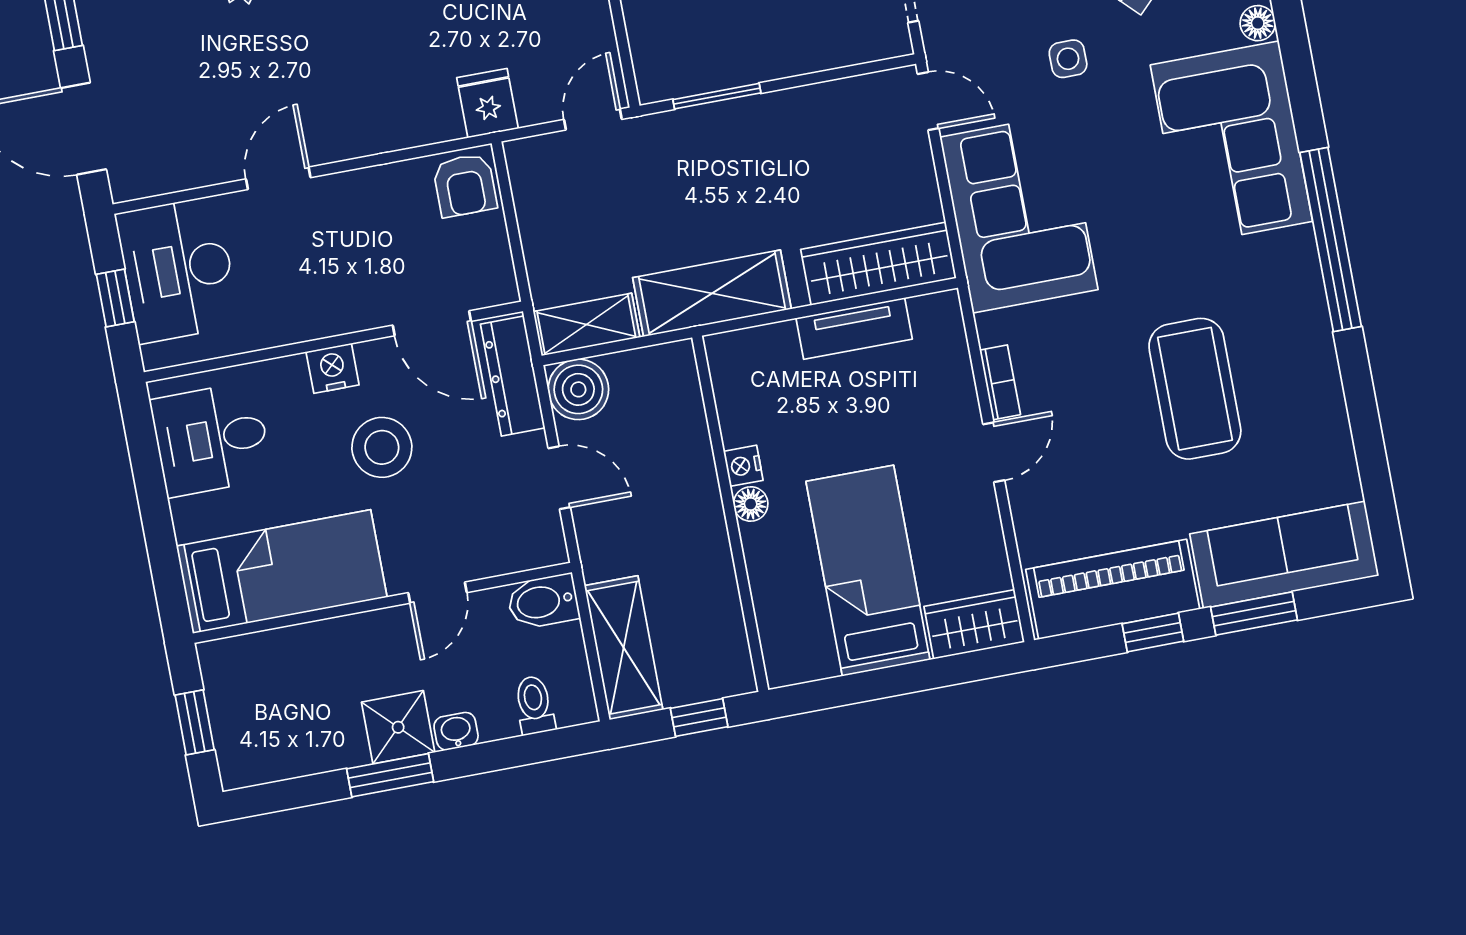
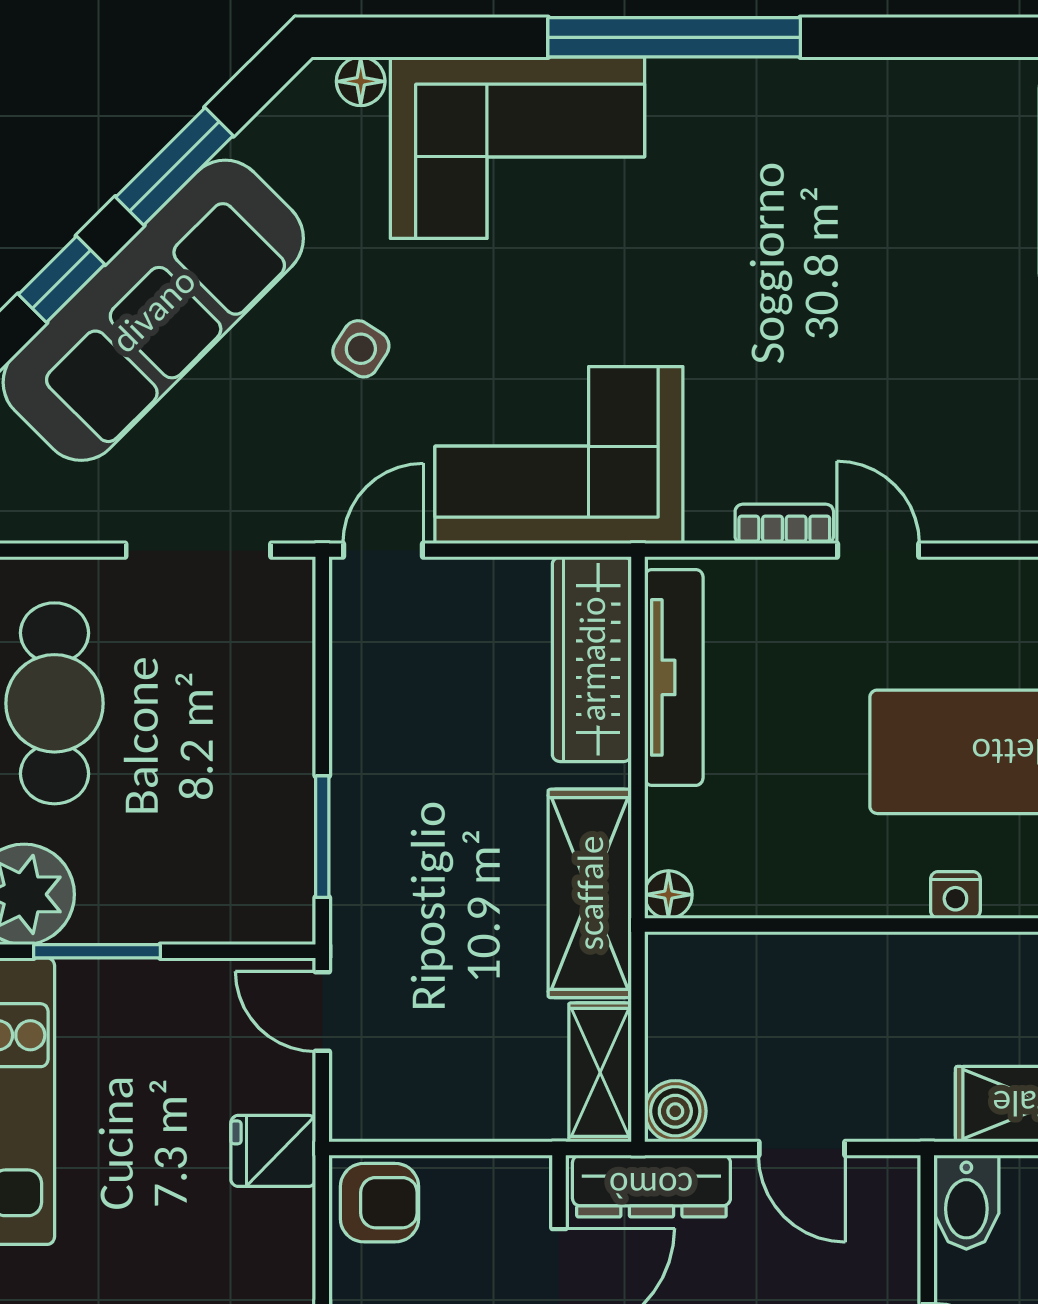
side table: (1068, 59) -> (361, 349), turned 33
tv unit: (854, 328) -> (674, 677), width x1.41
boiler: (578, 389) -> (675, 1111), width x0.73, depth x0.73
coffee table: (1195, 389) -> (843, 260), removed
nightstand: (743, 466) -> (955, 895), moved
door: (559, 478) -> (802, 1149), swing flipped
floor lamp: (751, 504) -> (668, 895), moved

